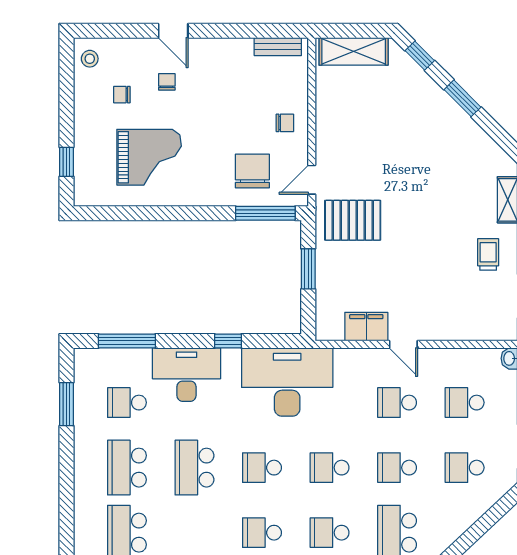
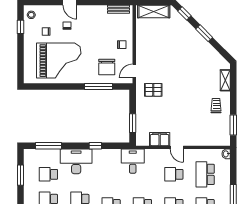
grand piano: (149, 157) -> (59, 61), width x1.37, depth x1.48
window: (66, 162) -> (20, 27), moved
chair: (252, 171) -> (107, 67), turned 180
window: (265, 213) -> (98, 87), moved
pallet: (353, 220) -> (153, 90), width x0.67, depth x0.71
window: (308, 269) -> (133, 123), moved
desk: (287, 382) -> (133, 161), width x0.53, depth x0.77
school desk: (465, 403) -> (205, 174), width x1.85

